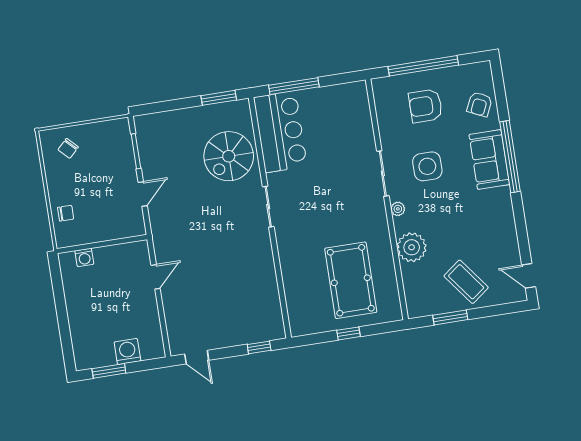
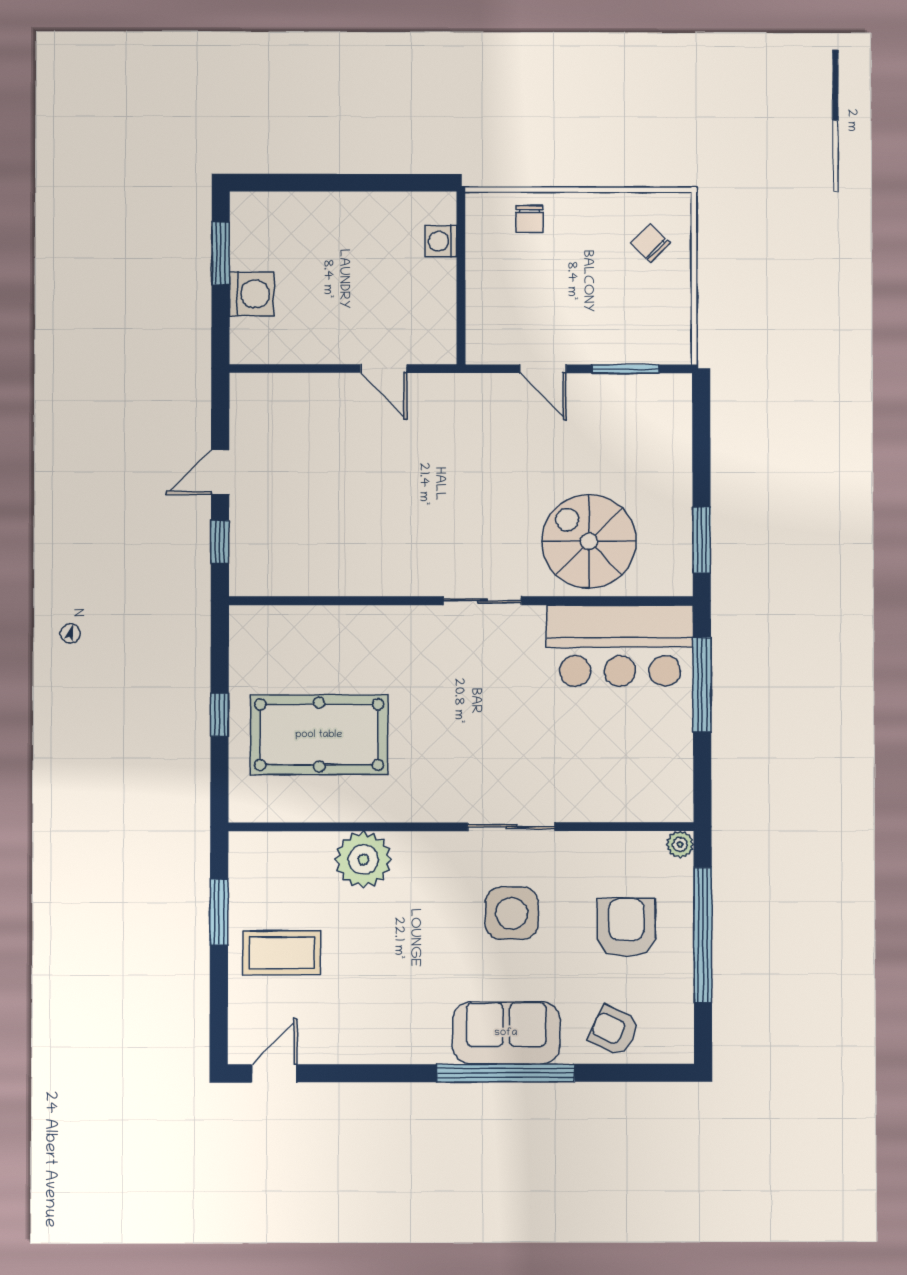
plant: (398, 209) -> (680, 844), moved
coffee table: (466, 282) -> (282, 953), turned 37
door: (197, 357) -> (220, 472), moved

